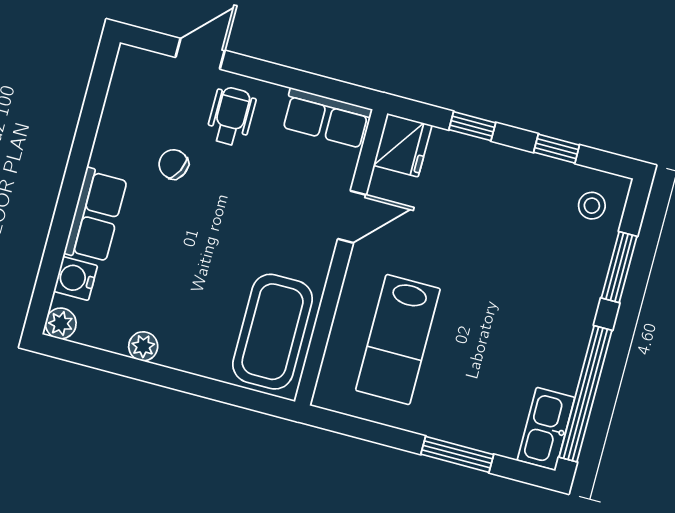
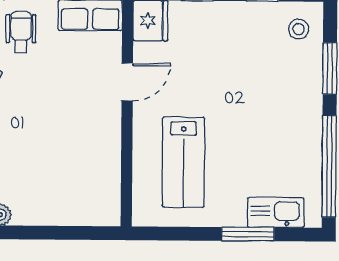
coffee table: (273, 332) -> (91, 180), removed
kitchen sink: (546, 429) -> (276, 213), moved, turned 90

